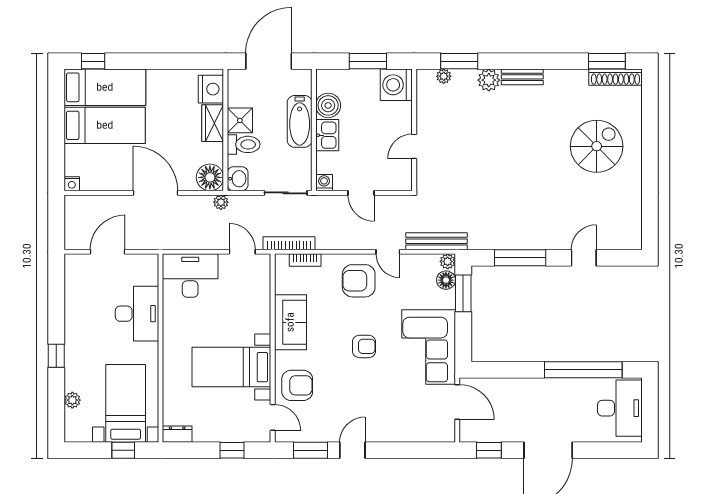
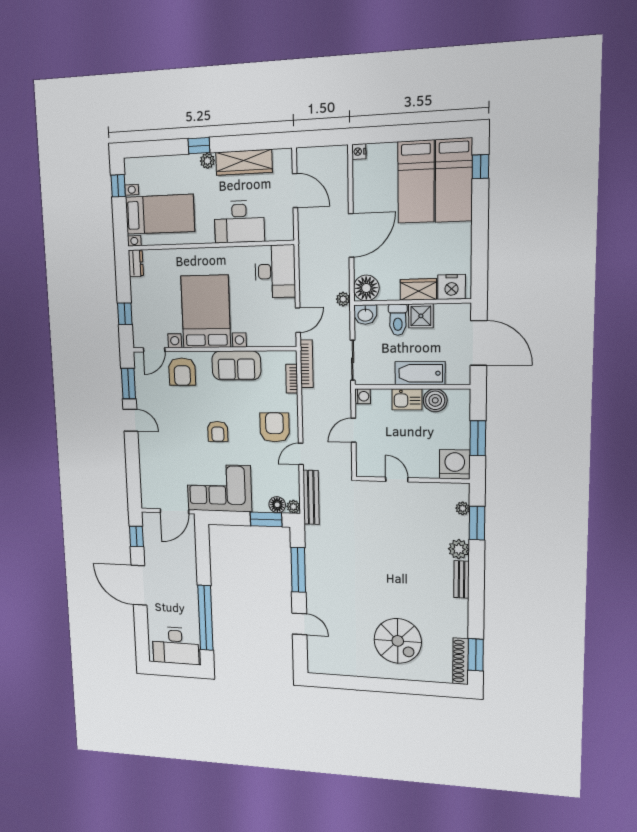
wardrobe: (76, 306) -> (244, 162), added
bed with nightstands: (231, 367) -> (206, 312), width x1.36
plant: (72, 400) -> (207, 161), moved
window: (123, 450) -> (118, 186), moved

